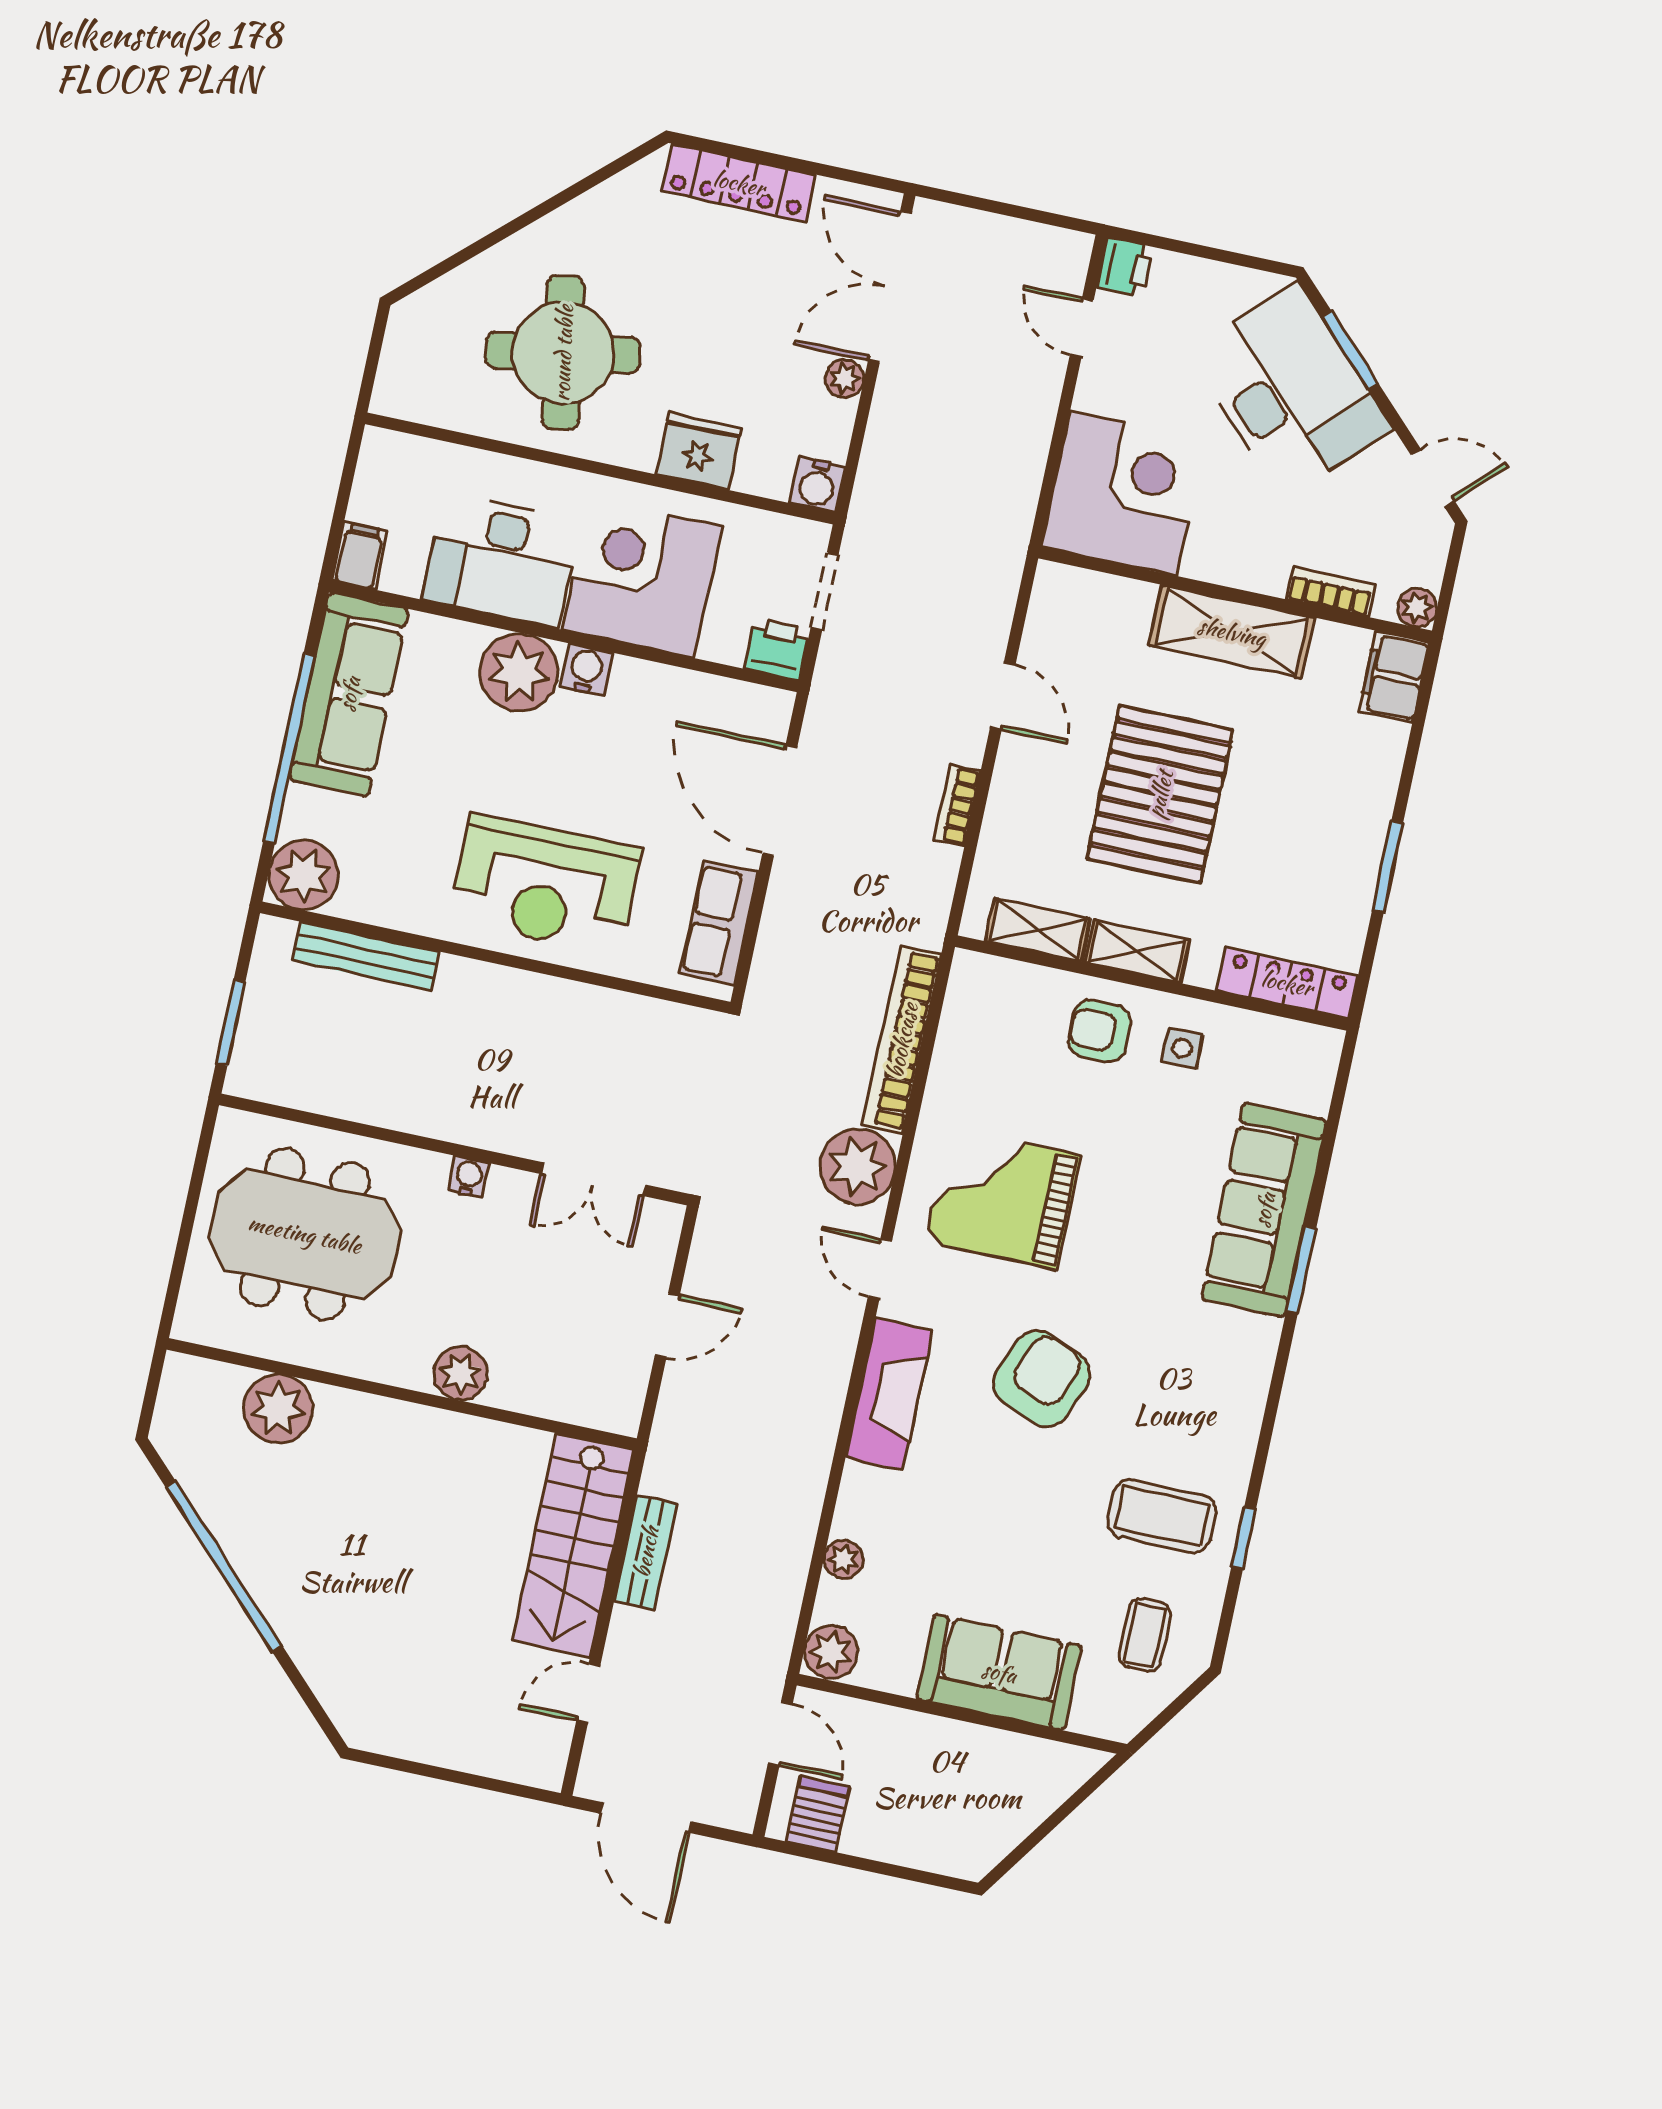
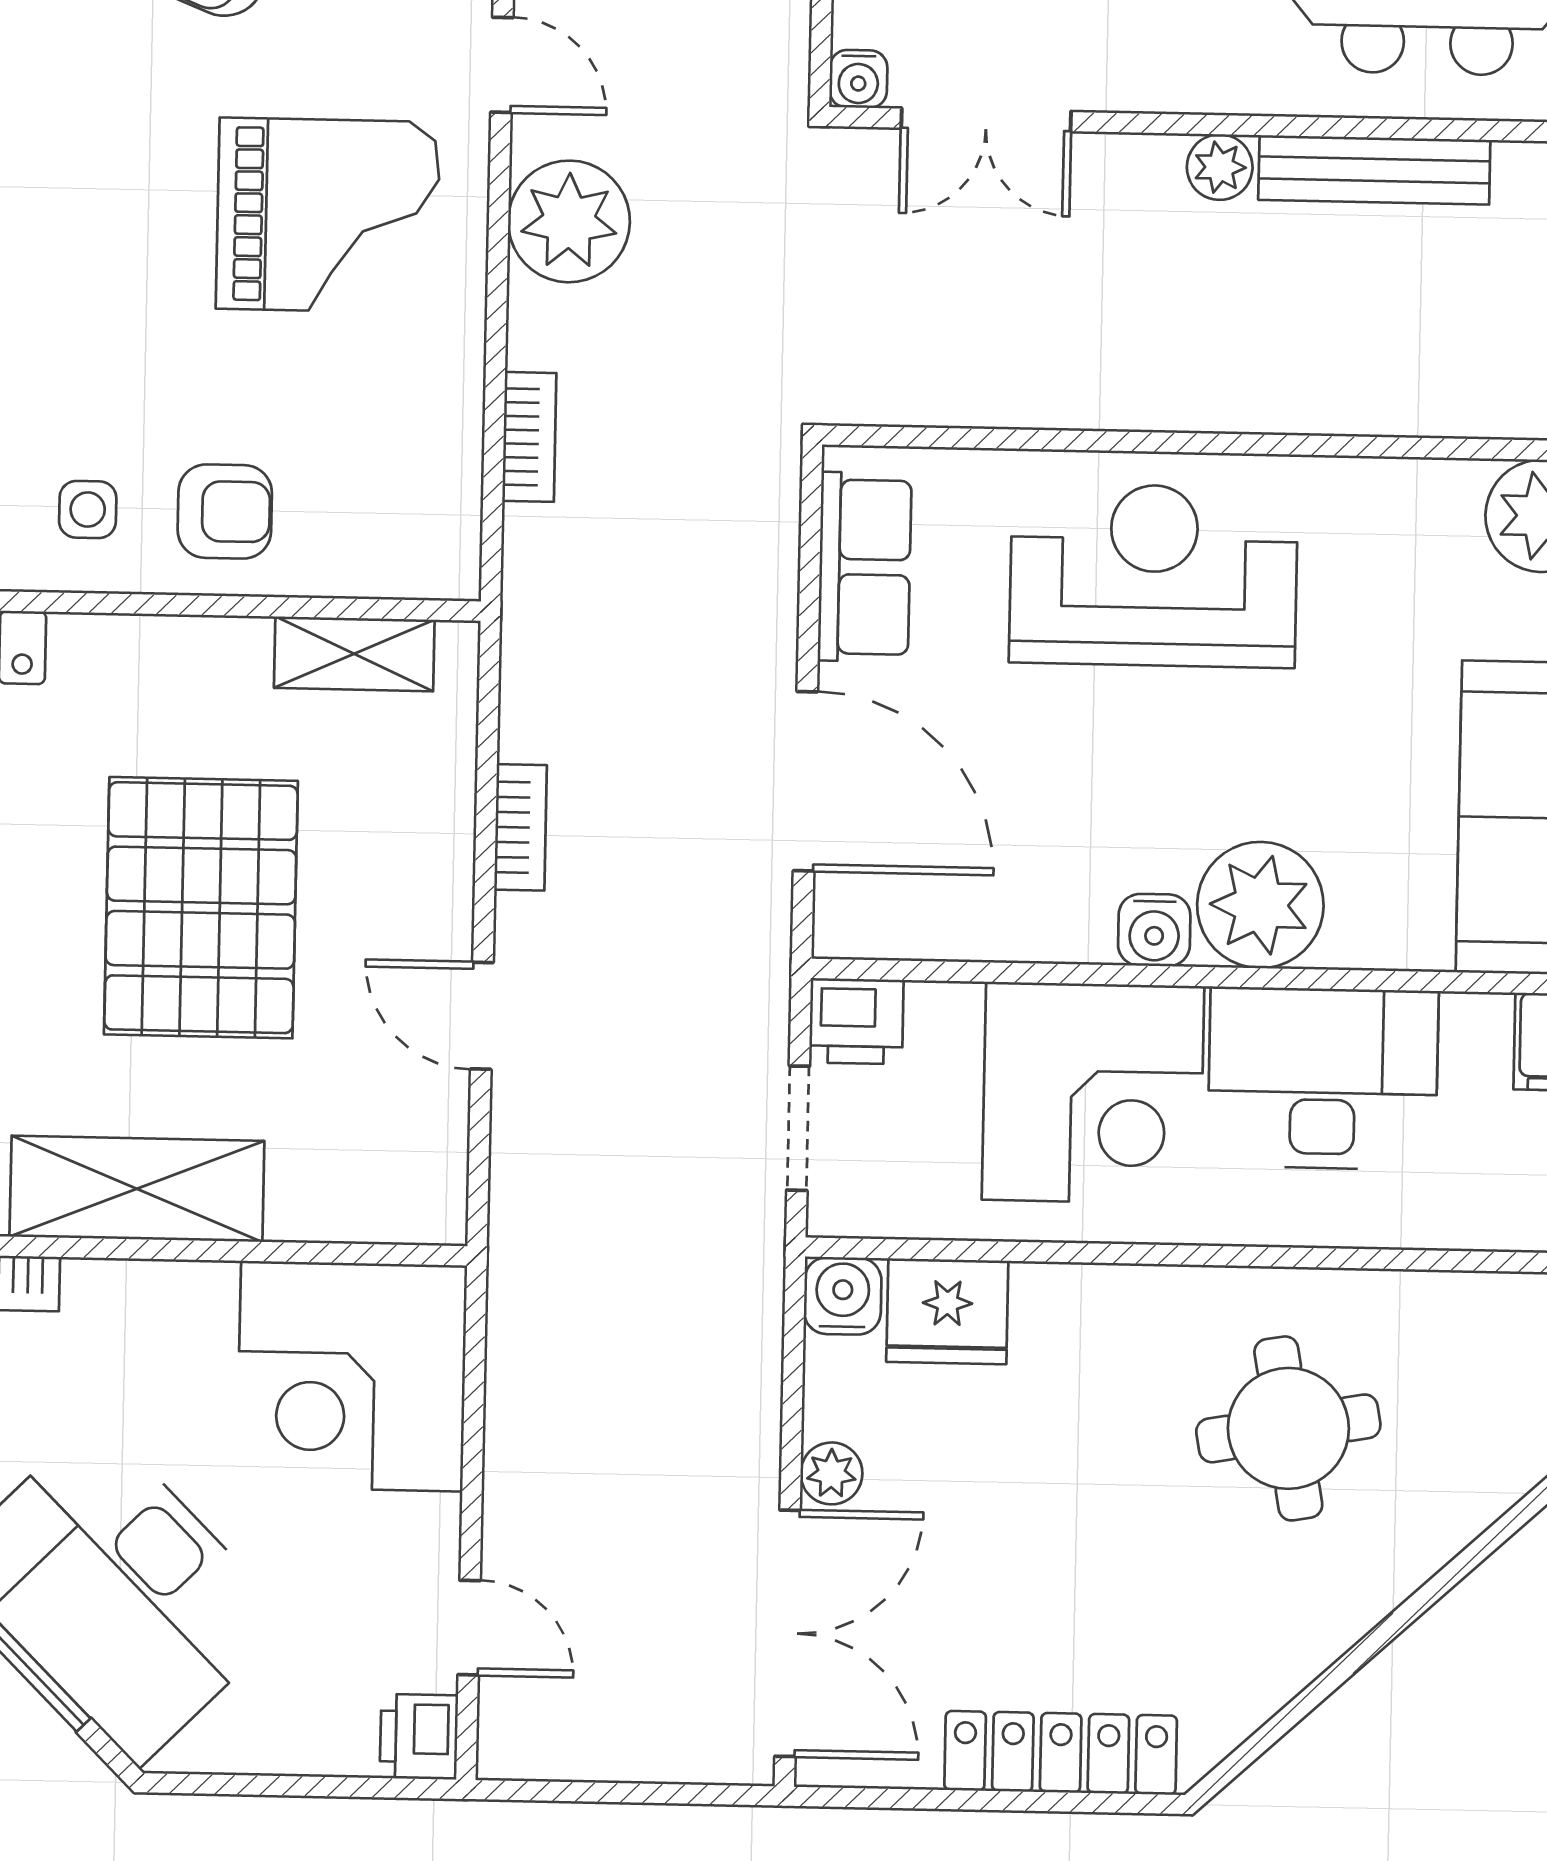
round table: (563, 353) -> (1288, 1428), width x0.73, depth x0.73
fridge: (699, 451) -> (947, 1311), moved
shelving: (1137, 951) -> (189, 650), removed
bench: (366, 956) -> (1374, 170), moved
bookcase: (902, 1040) -> (529, 437), width x0.43, depth x0.76
plant: (458, 1123) -> (1220, 167), added
water cooler: (469, 1177) -> (858, 79), moved
double door: (593, 1179) -> (986, 120), swing flipped

